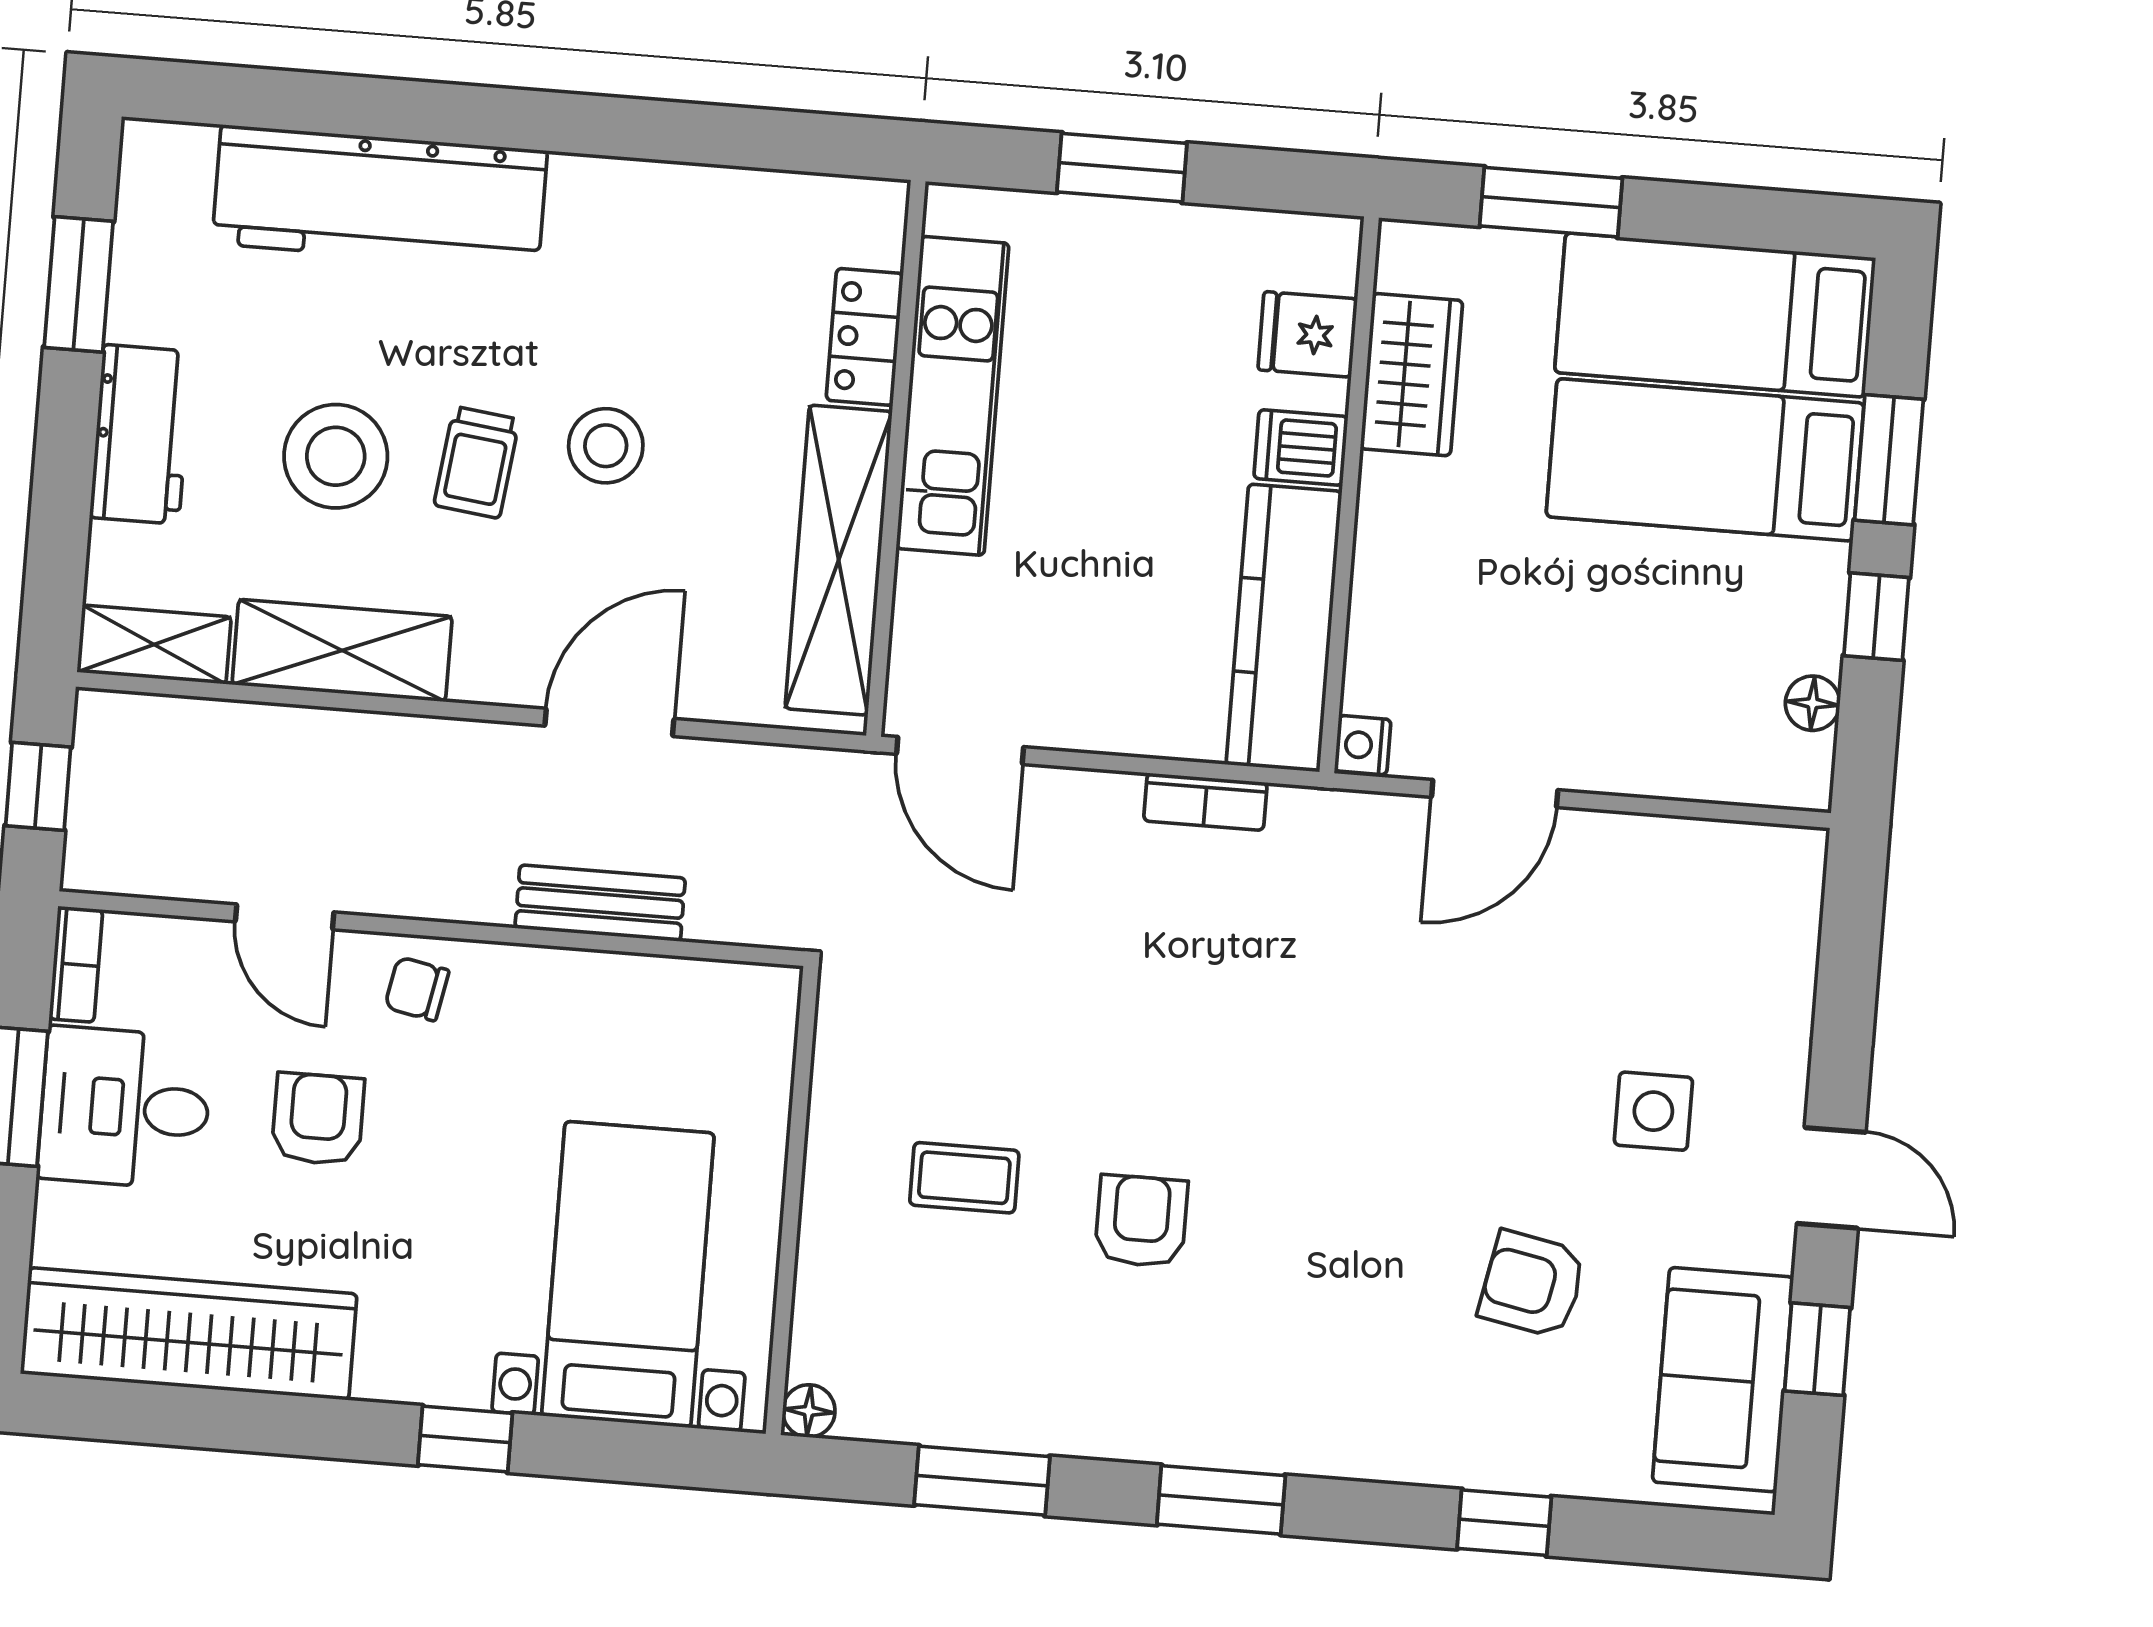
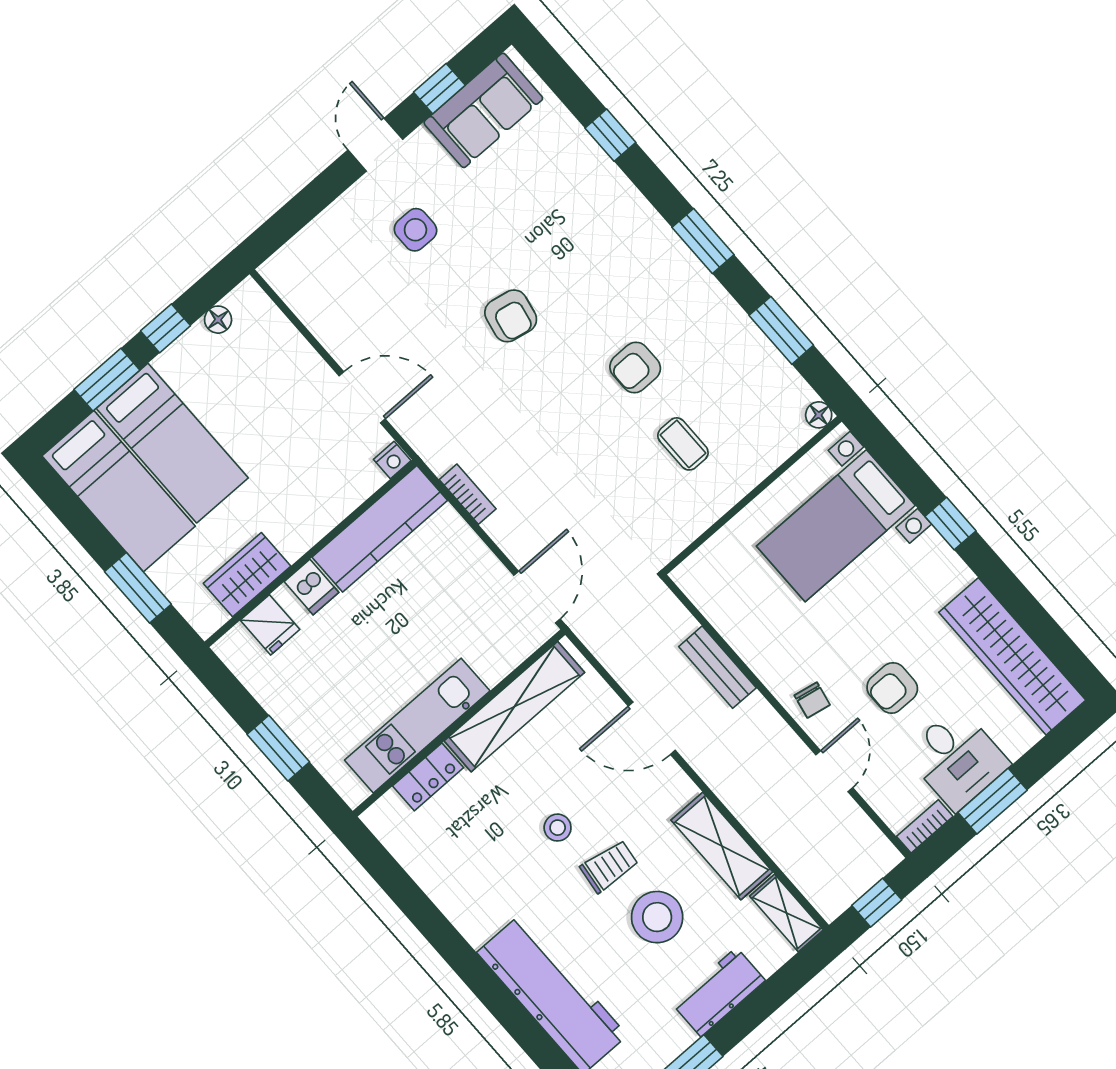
stool: (606, 446) -> (558, 828), width x0.73, depth x0.73
armchair: (1532, 1284) -> (511, 316), moved

